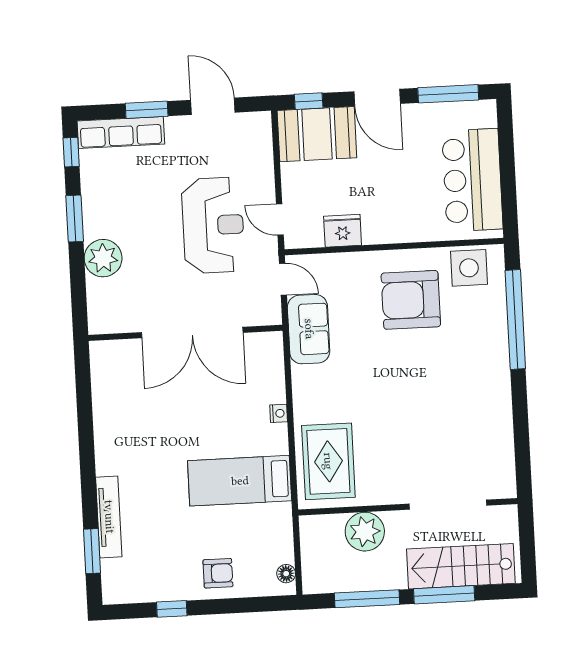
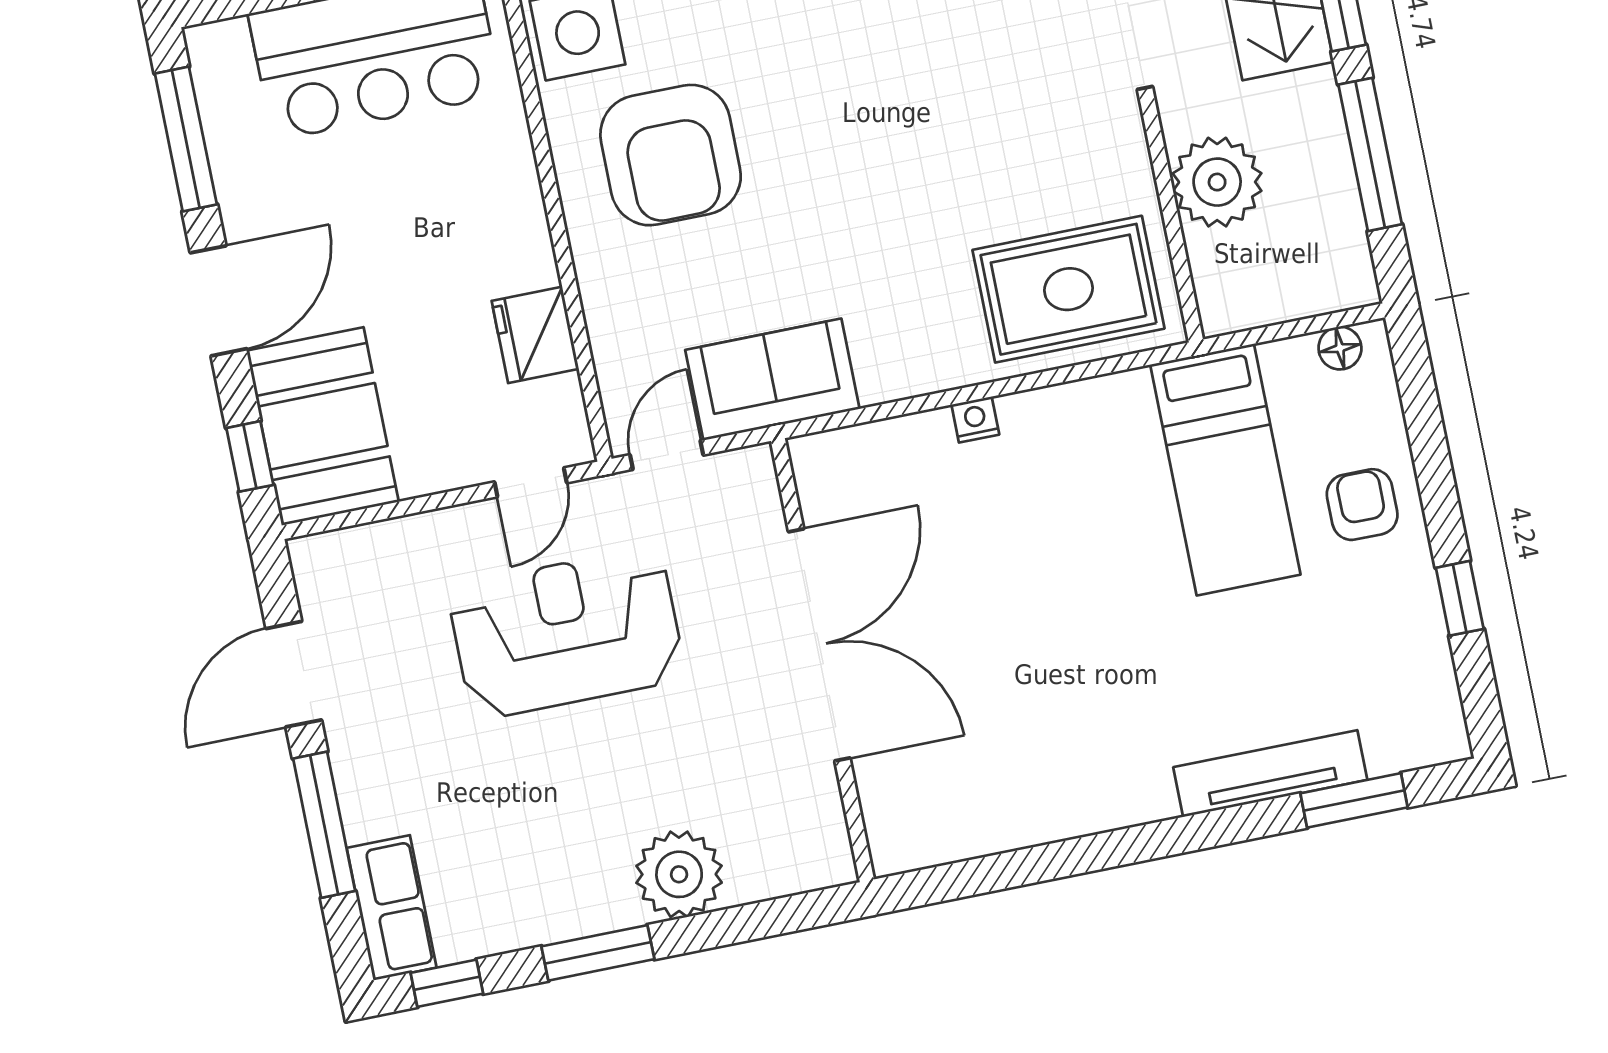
window: (147, 110) -> (324, 825), width x1.44
row of seats: (121, 132) -> (392, 908), width x0.68
bed: (240, 481) -> (1225, 470), moved

